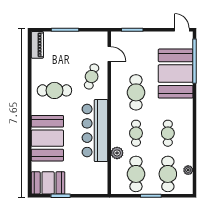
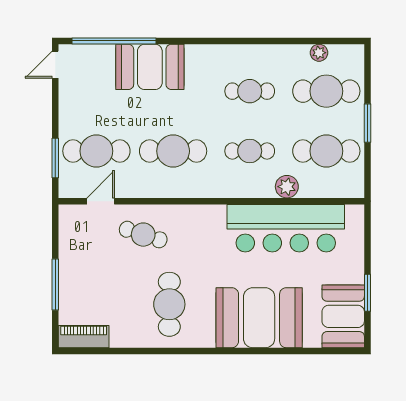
cafe table: (136, 52) -> (96, 151), added
booth: (176, 74) -> (150, 67), width x0.73, depth x0.70
bar counter: (95, 131) -> (286, 228), moved

